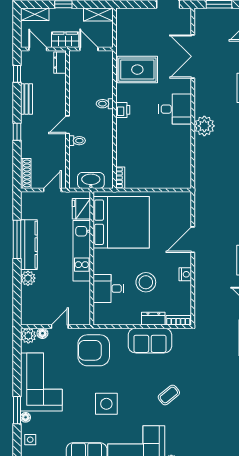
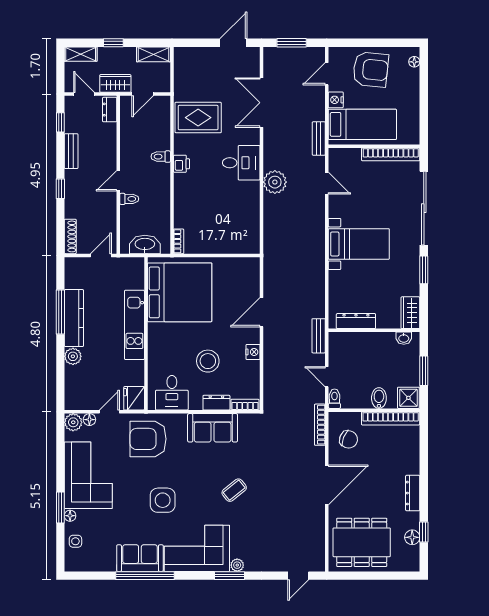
door: (89, 49) -> (143, 94), swing flipped
fridge: (81, 209) -> (134, 398), moved
desk: (108, 289) -> (172, 393), moved, turned -90

